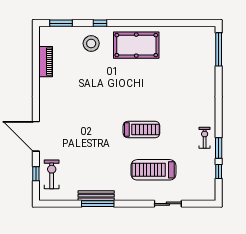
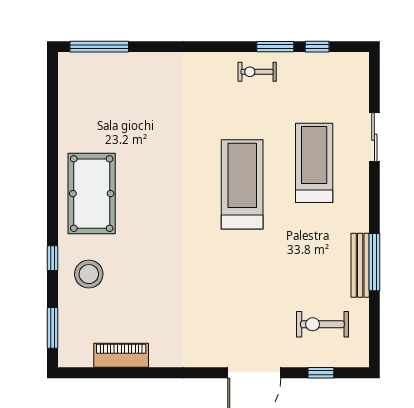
treadmill: (141, 130) -> (242, 184), width x1.37, depth x1.38
treadmill: (153, 170) -> (314, 163), turned 180
exercise bike: (52, 174) -> (322, 324), moved

